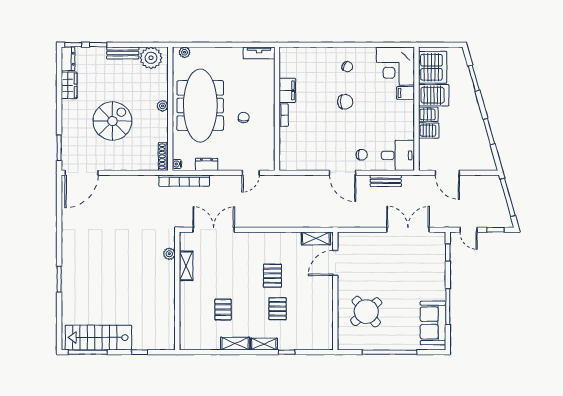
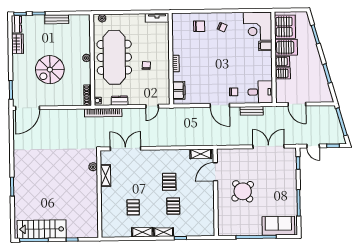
plant: (151, 58) -> (78, 23), removed
filing cabinet: (287, 90) -> (179, 90), moved
chair: (345, 102) -> (199, 26), moved
spiral stairs: (112, 121) -> (50, 70), turned 180
round table: (366, 312) -> (243, 191), moved
sofa: (433, 323) -> (278, 226), moved, turned 90

